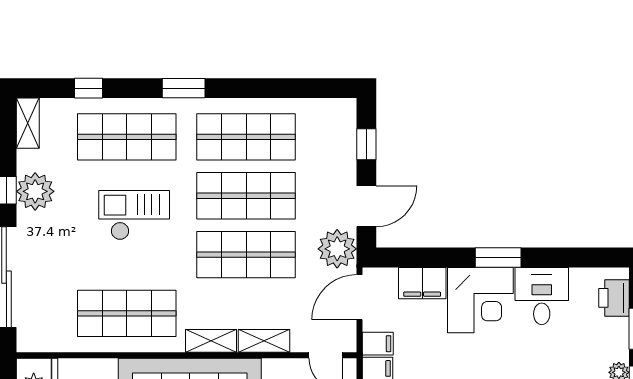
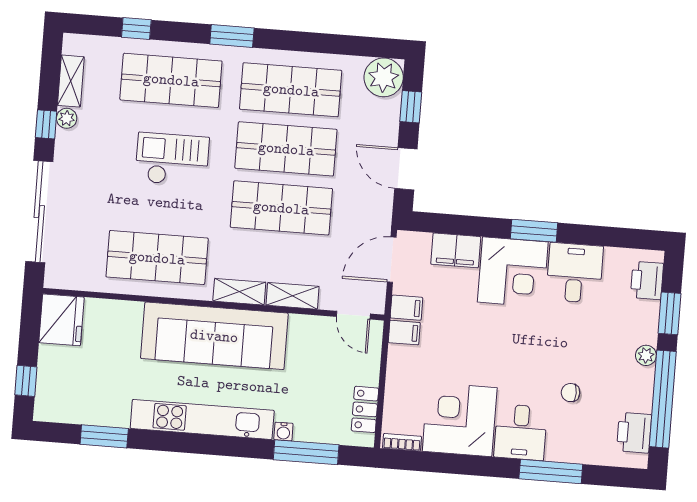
shelving: (28, 123) -> (71, 81), moved
plant: (35, 191) -> (67, 118), width x0.53, depth x0.53
door: (366, 206) -> (406, 169), swing flipped
plant: (337, 249) -> (384, 77), moved

